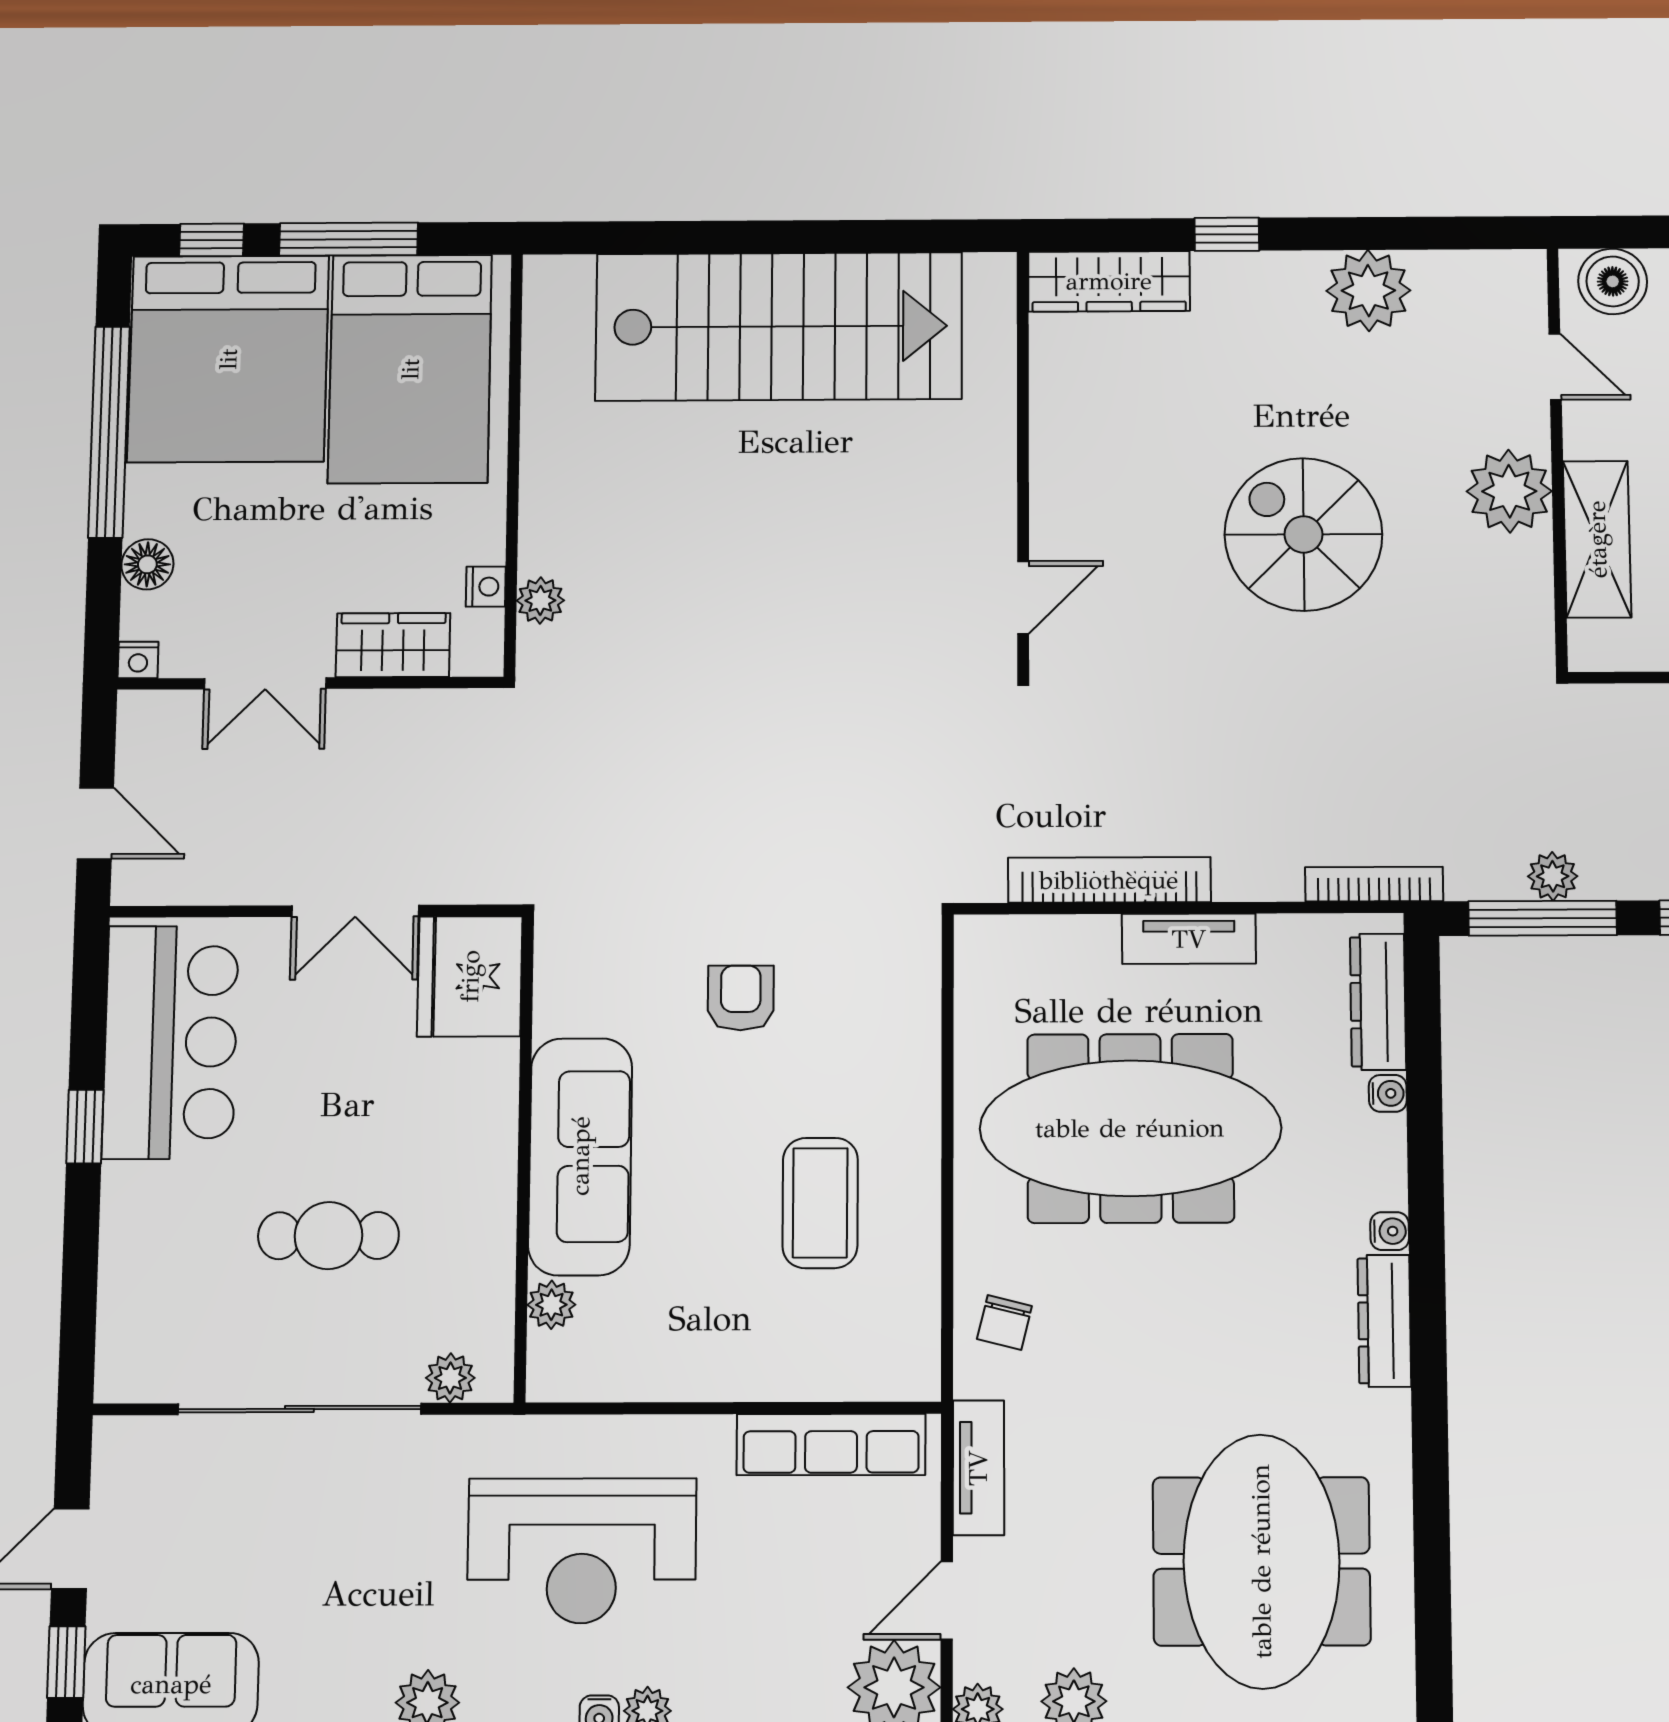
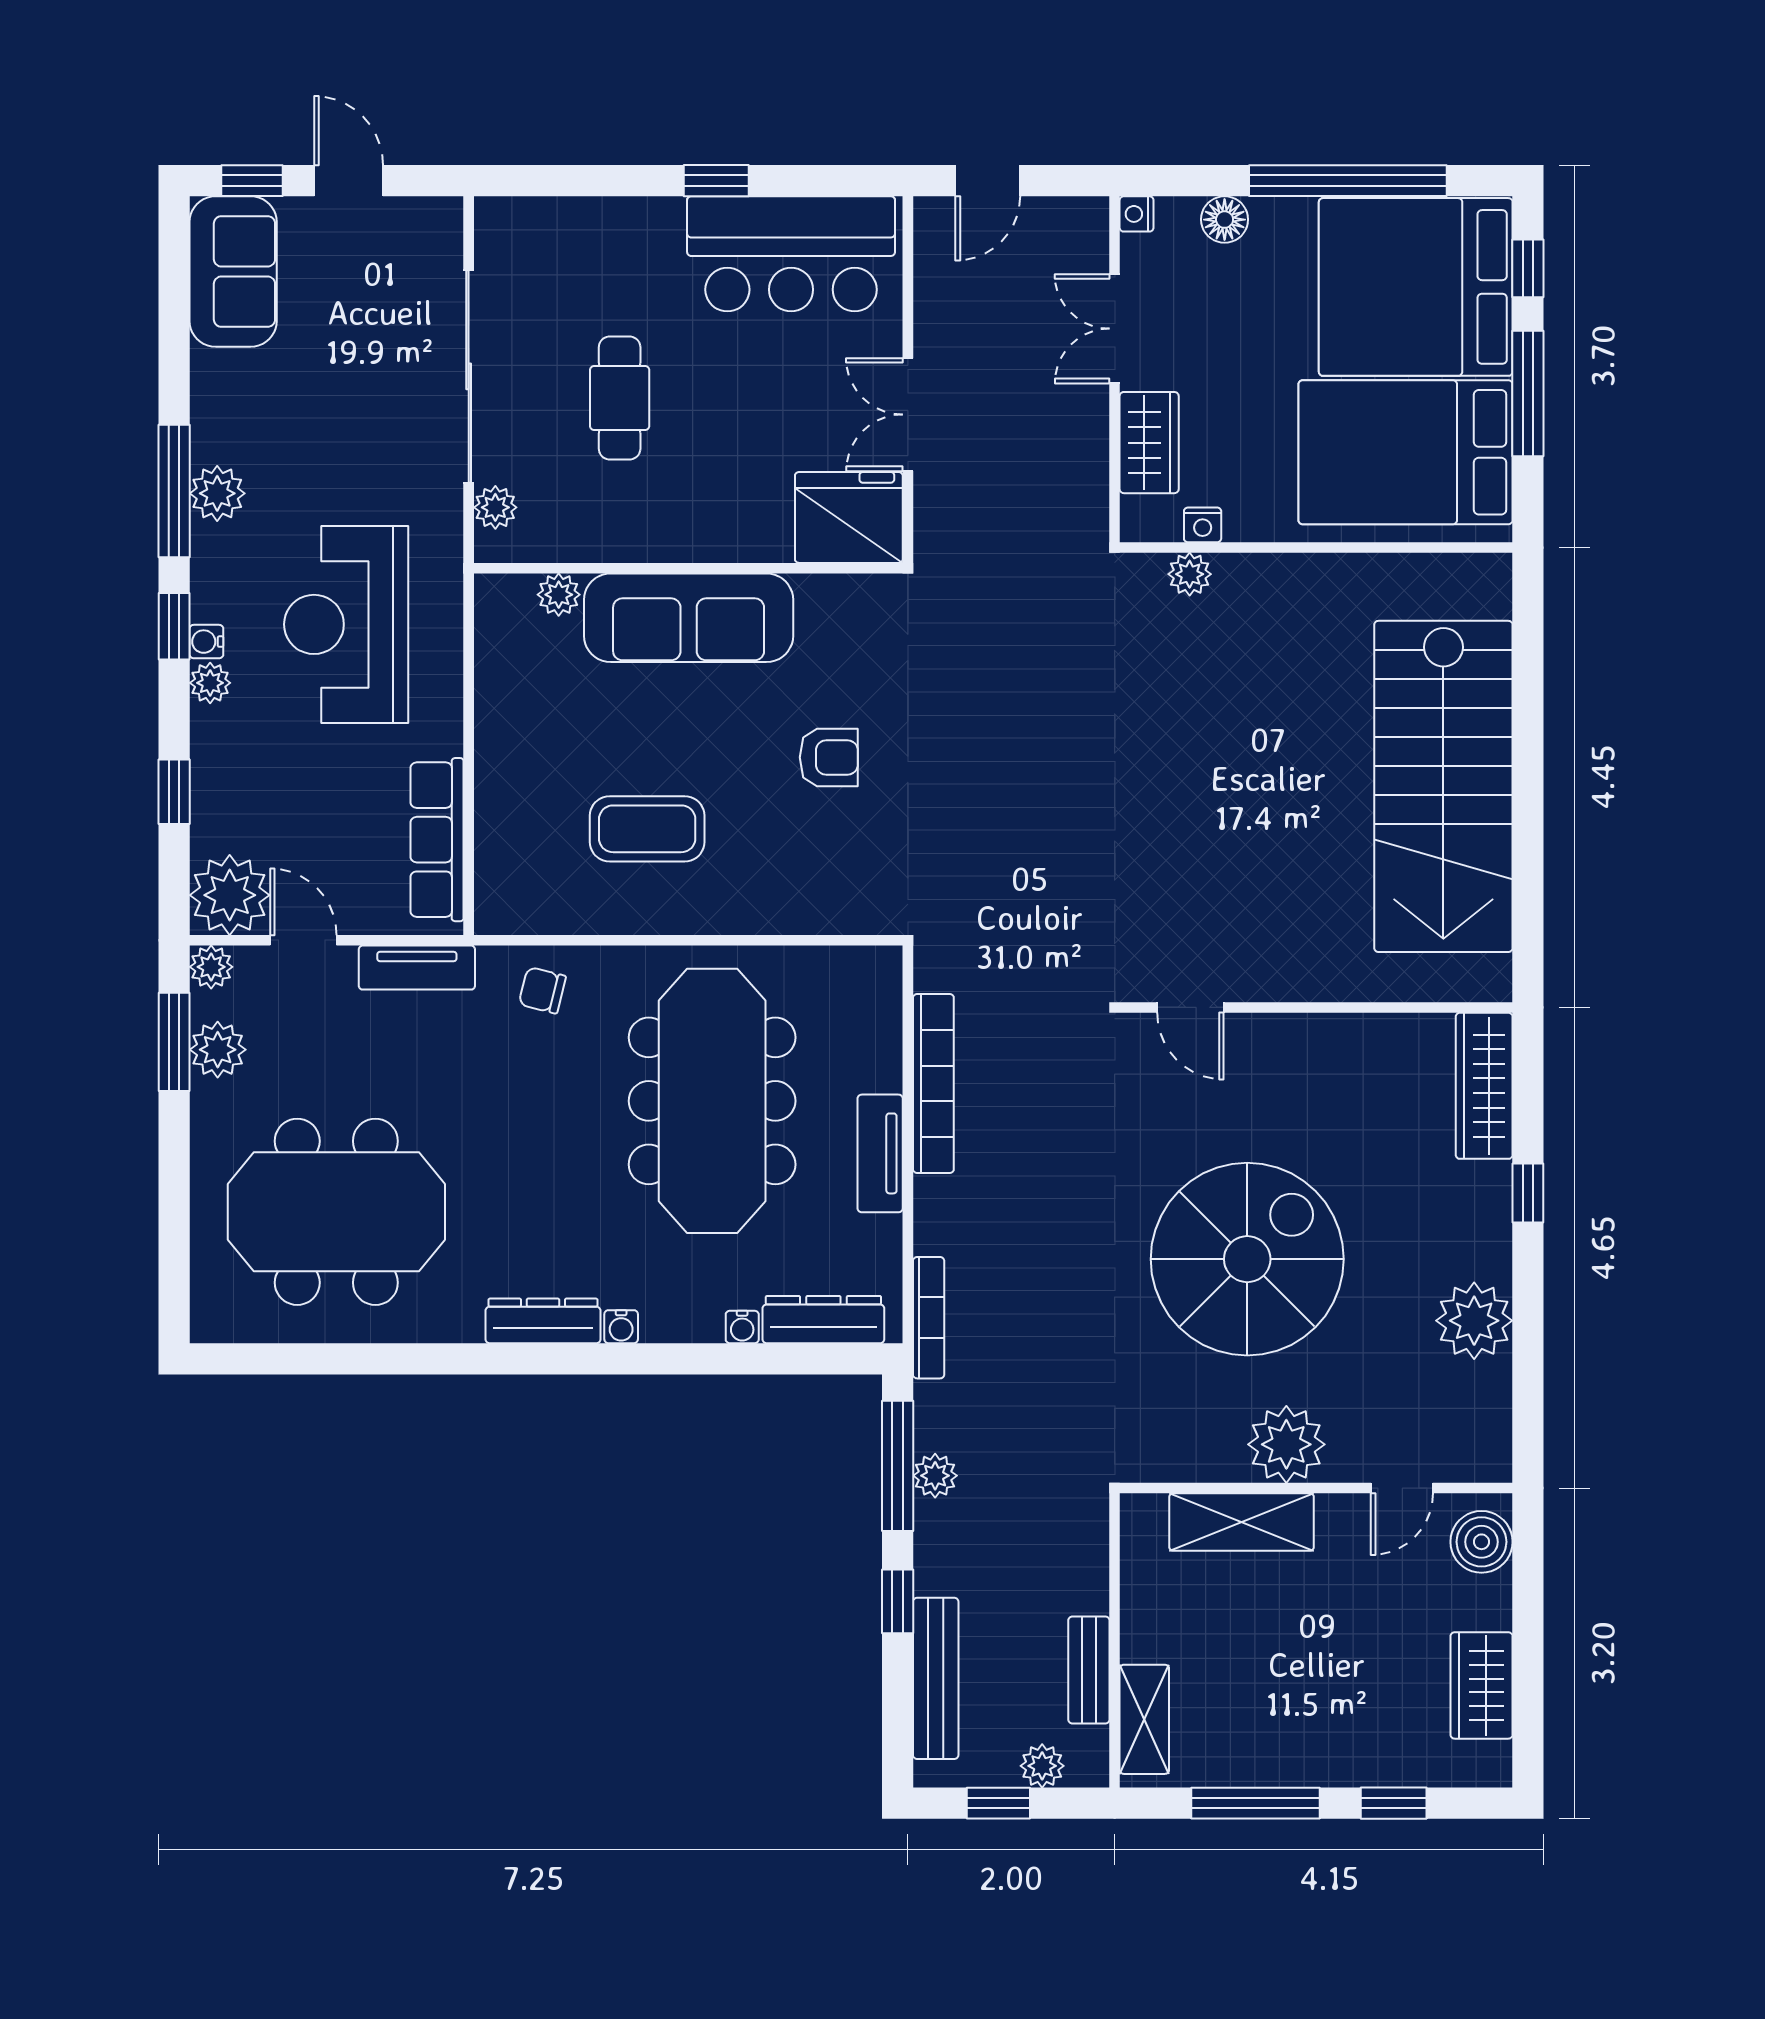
spiral stairs: (1303, 534) -> (1247, 1259), width x1.37, depth x1.37

